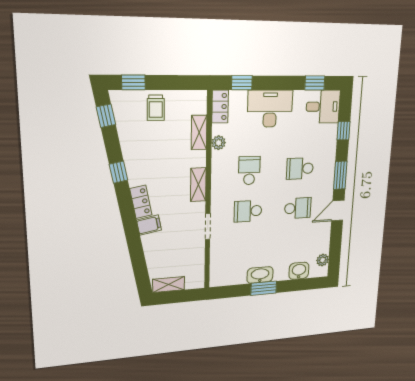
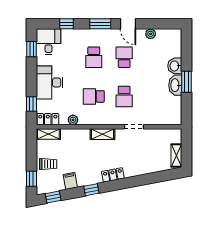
shelving: (199, 133) -> (48, 134), moved
filing cabinet: (149, 225) -> (70, 181), moved
plant: (323, 260) -> (151, 34), moved
washbasin: (299, 271) -> (175, 66), moved

